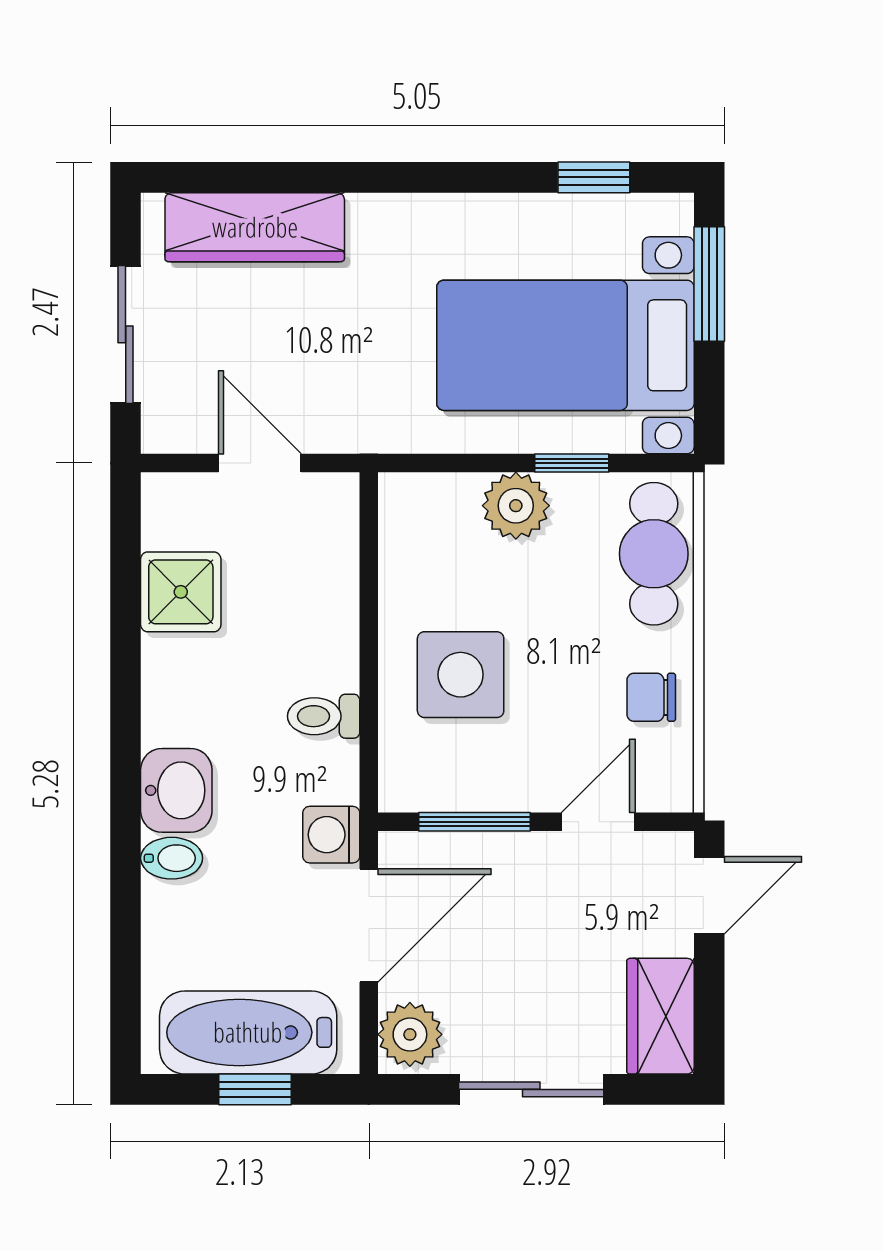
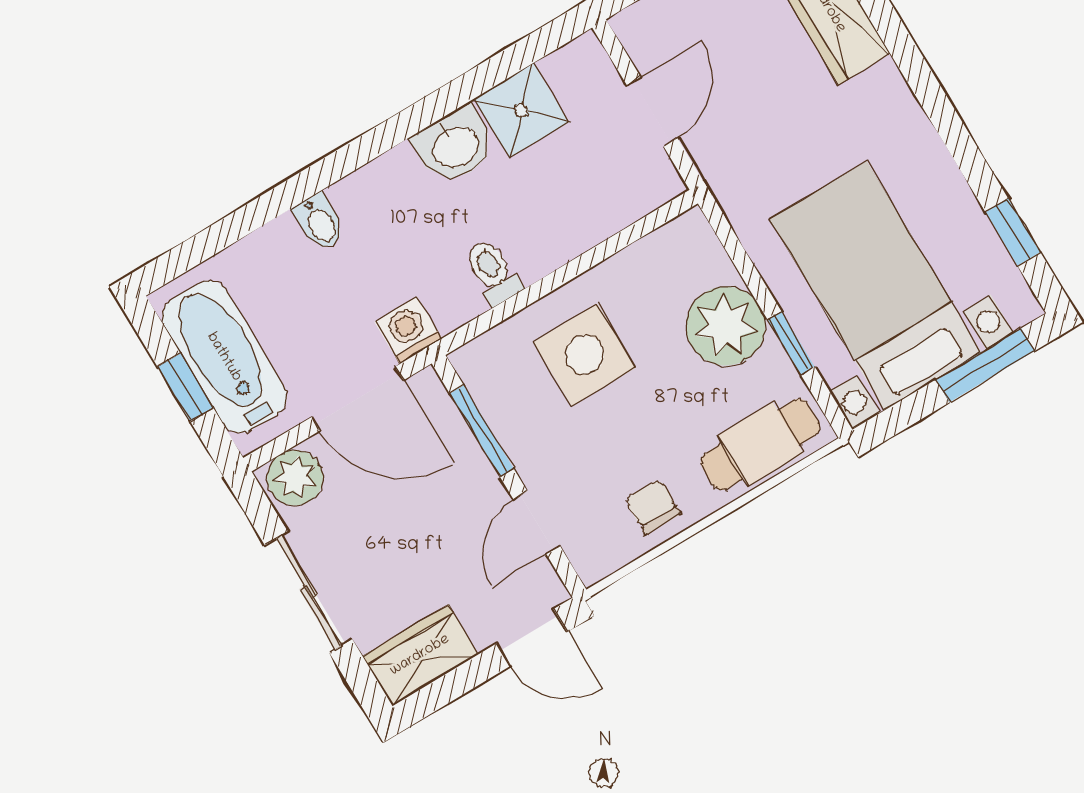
plant: (516, 506) -> (726, 326), width x1.36, depth x1.36
washbasin: (176, 790) -> (455, 146), moved
door: (598, 822) -> (537, 523), swing flipped

